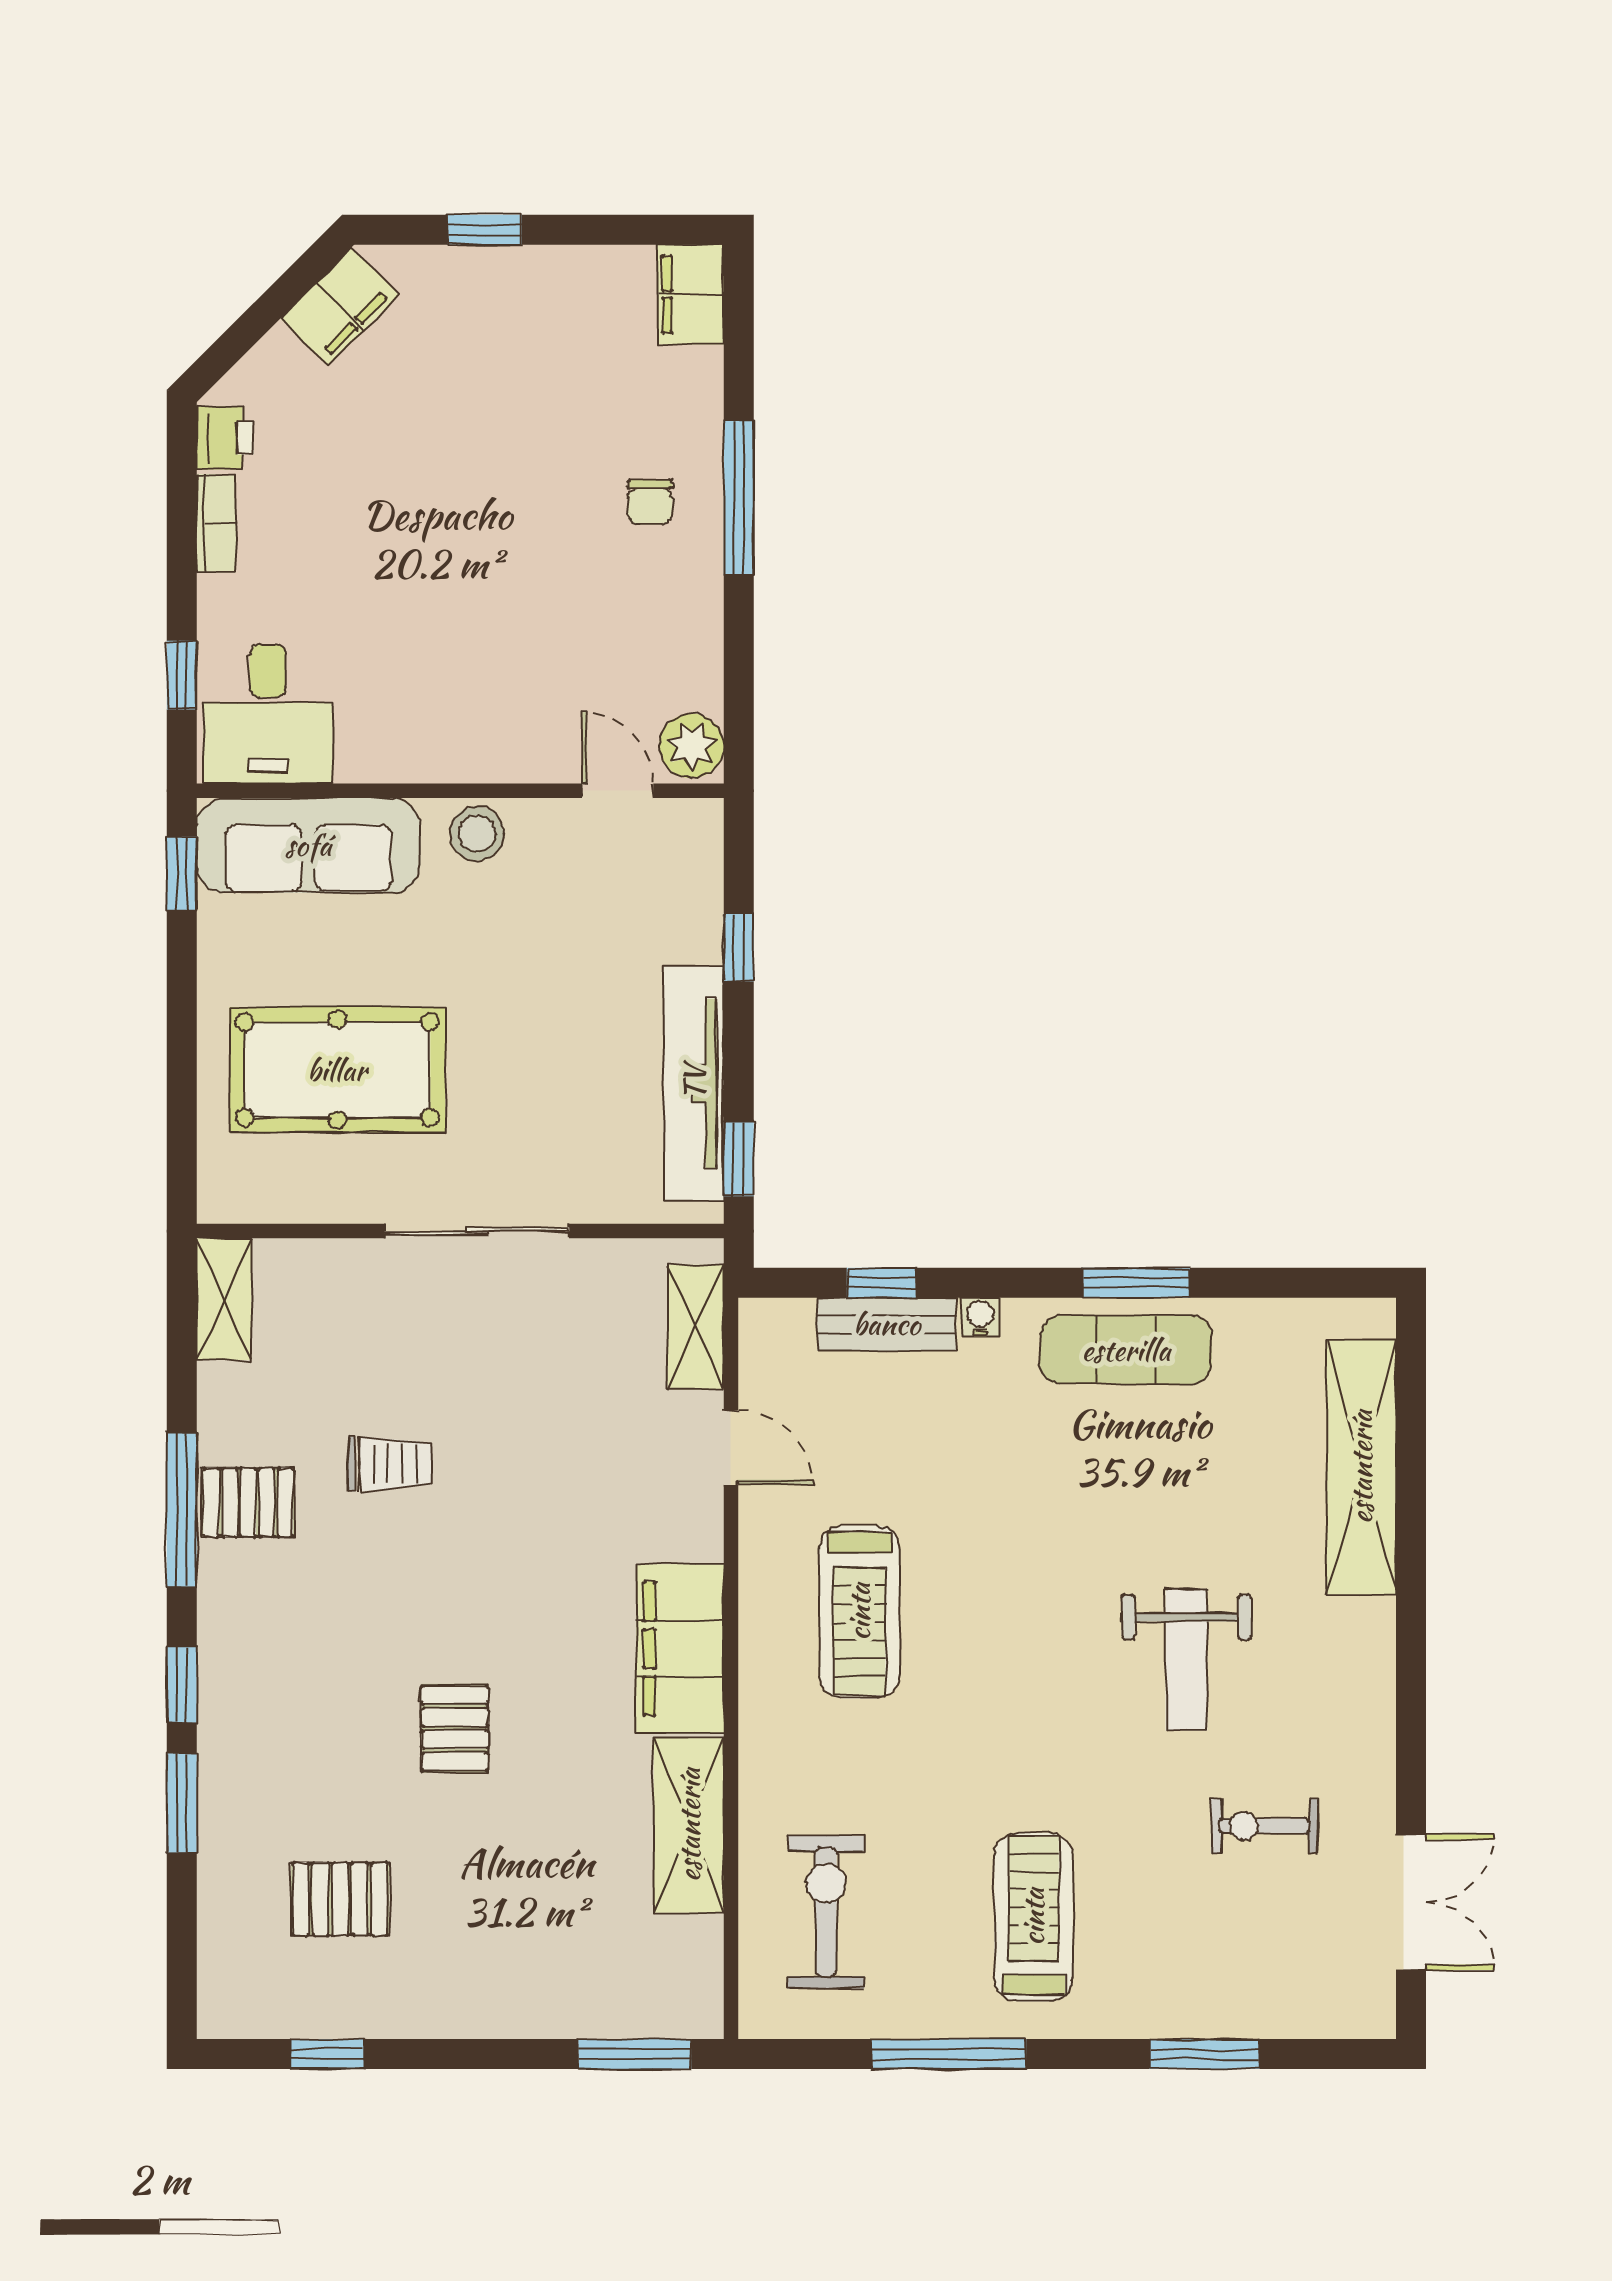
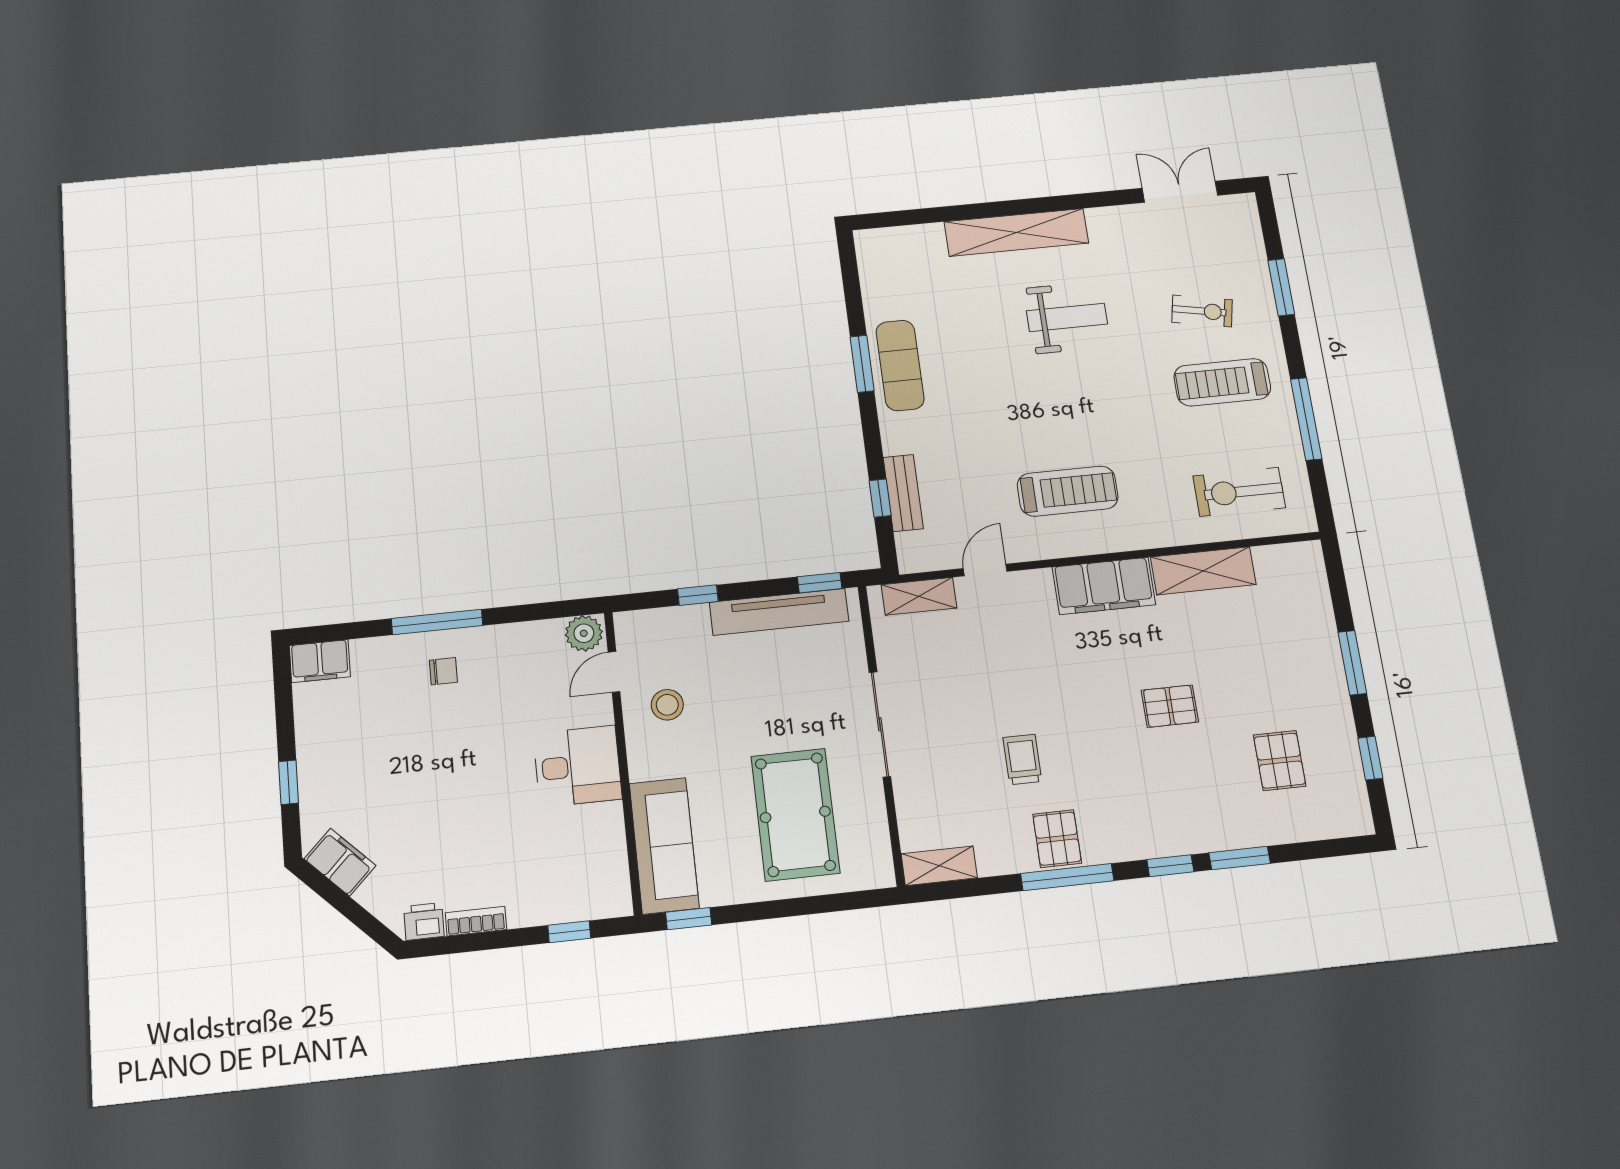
desk: (268, 714) -> (577, 766), moved
stool: (477, 833) -> (667, 705), moved
water cooler: (980, 1317) -> (892, 444), removed
shelving: (1361, 1467) -> (1016, 232), moved
exercise bike: (1264, 1826) -> (1202, 311), moved, turned -79
window: (635, 2054) -> (1352, 663), moved

